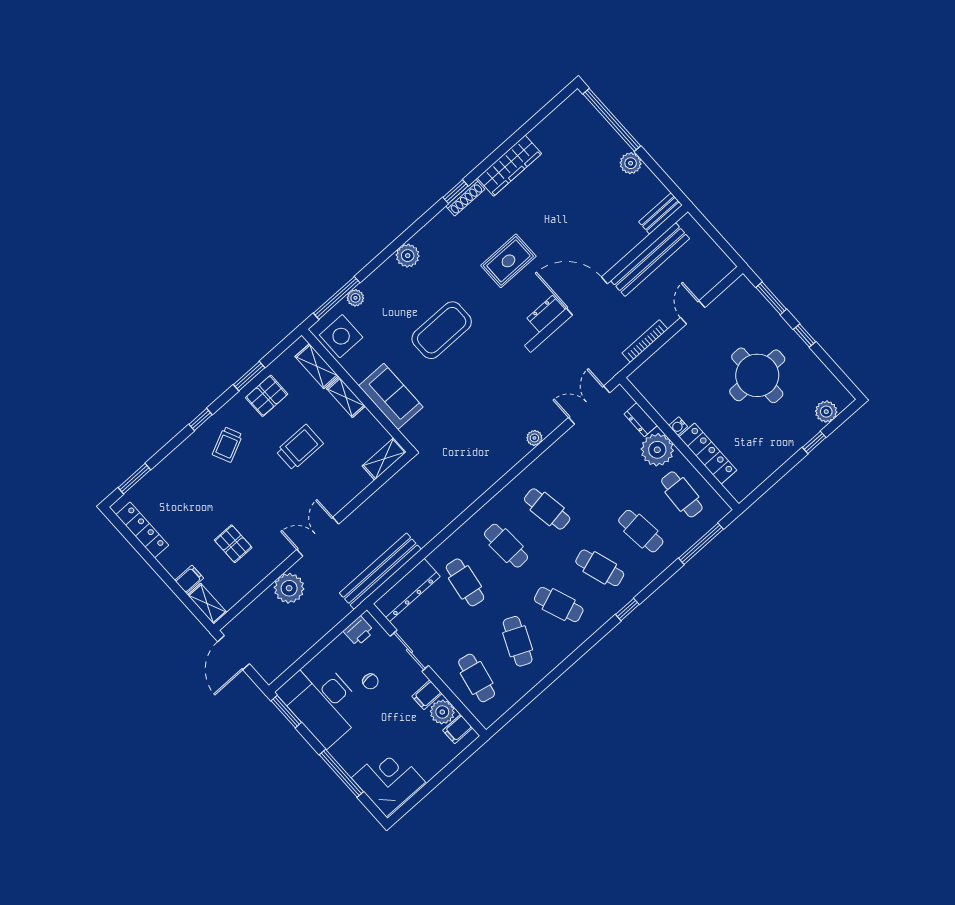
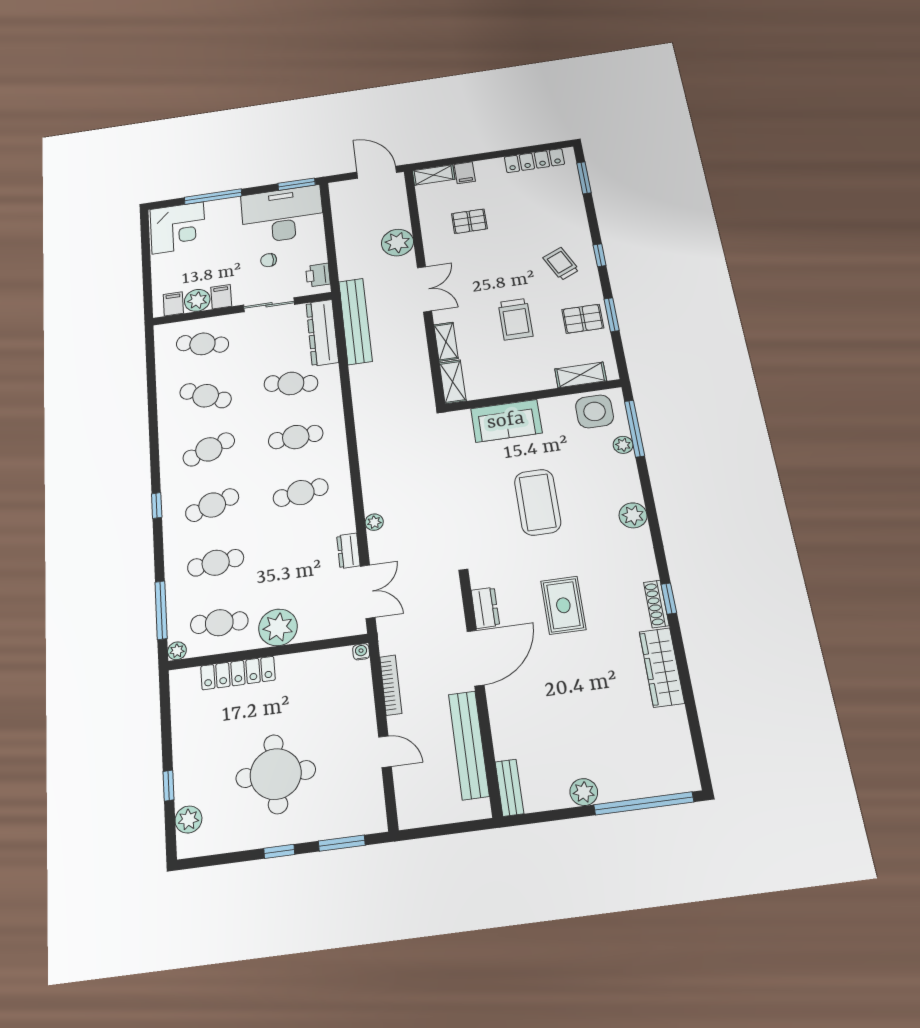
pallet: (267, 396) -> (583, 319), turned 90
shelving: (346, 397) -> (446, 342), moved, turned 90
dresser: (641, 420) -> (348, 551), moved, turned -90
water cooler: (678, 426) -> (361, 652), moved
plant: (722, 509) -> (177, 651), added

